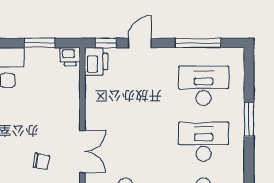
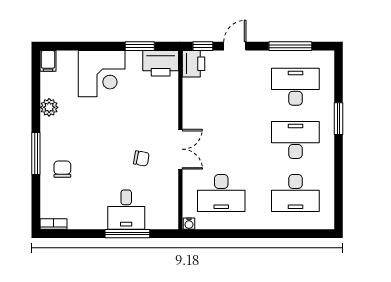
printer: (70, 57) -> (161, 63), width x1.87, depth x1.48

